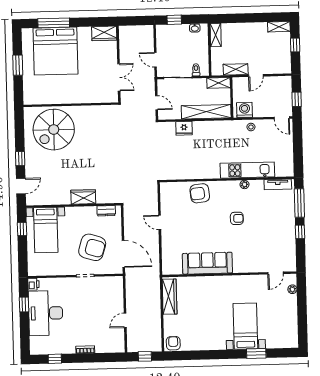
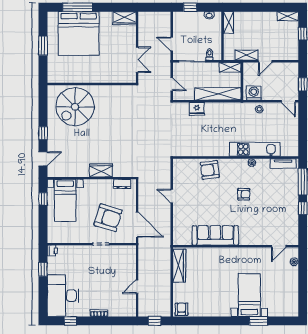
desk: (46, 313) -> (63, 296), moved

